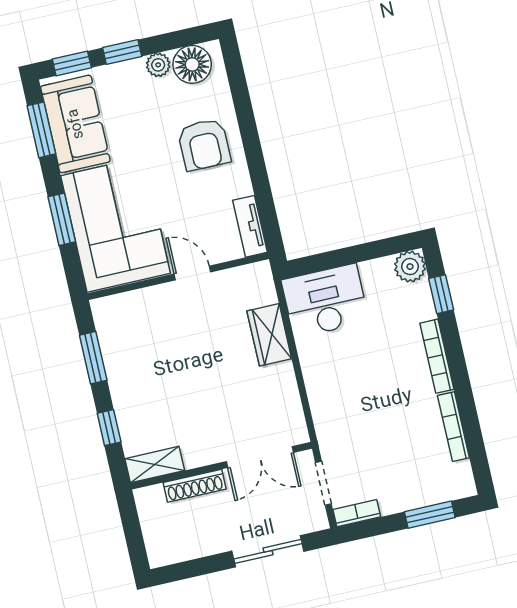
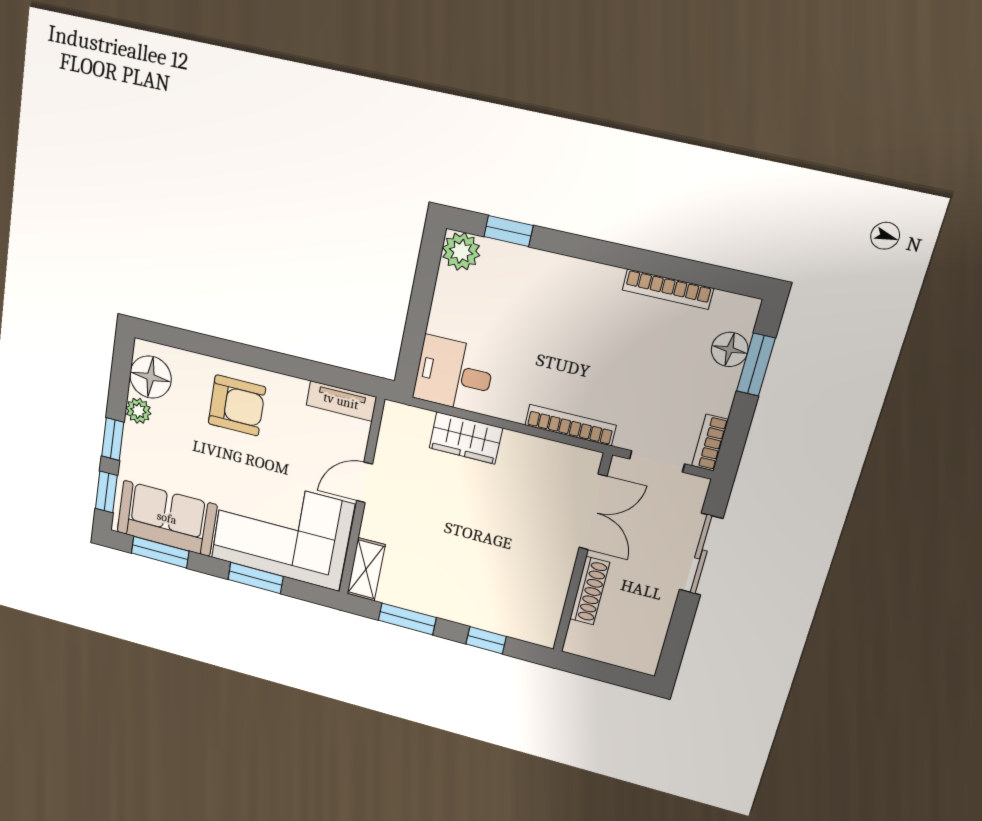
desk: (325, 301) -> (454, 374), width x0.73
bookcase: (437, 356) -> (570, 425), moved, turned 180
shelving: (155, 465) -> (366, 569), moved
floor lamp: (432, 491) -> (730, 349), added

